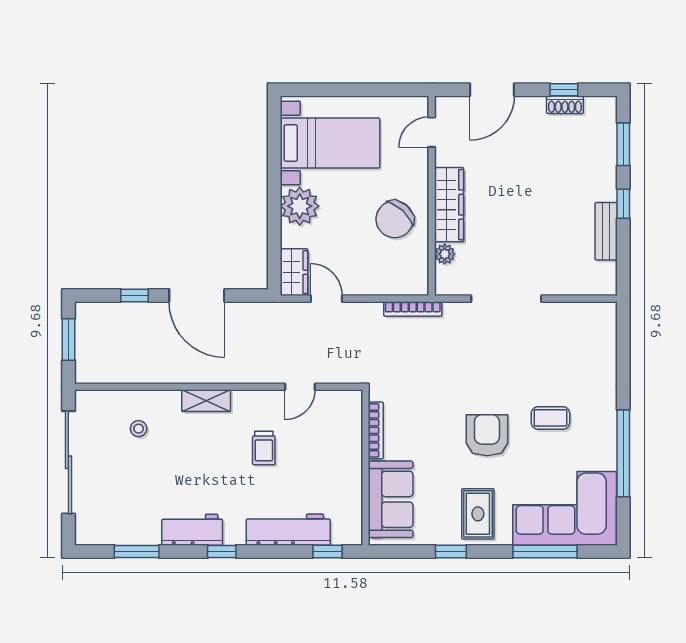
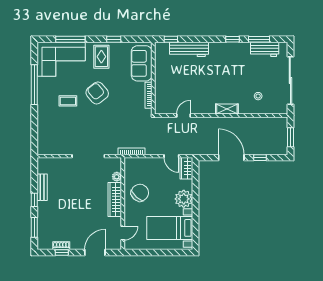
armchair: (487, 435) -> (97, 93), turned 141
trolley: (264, 448) -> (200, 87), removed
workbench: (192, 530) -> (265, 49), moved
window: (222, 552) -> (232, 39), moved

